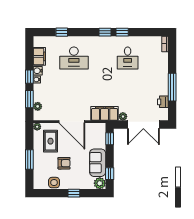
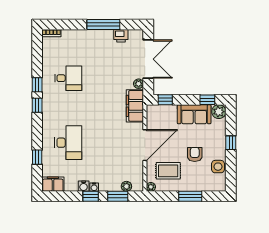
filing cabinet: (39, 56) -> (53, 184), moved

